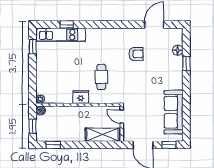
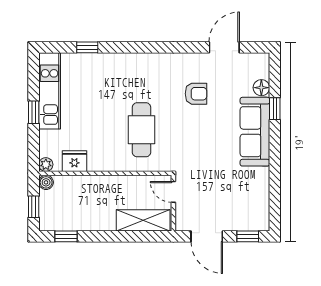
kitchen unit: (61, 35) -> (50, 91), moved, turned -90
window: (33, 47) -> (34, 112), moved
cafe table: (101, 77) -> (141, 130), width x1.37, depth x1.35
fridge: (81, 97) -> (74, 161), moved
sofa: (174, 112) -> (255, 132), moved

